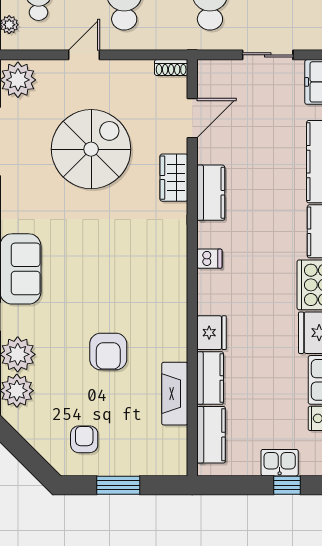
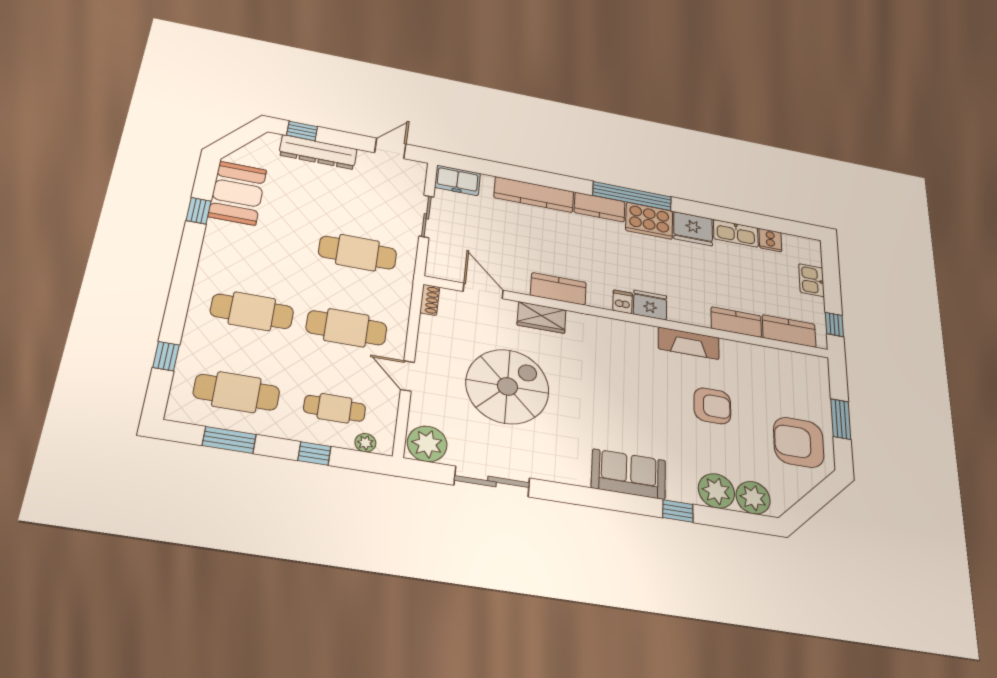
spiral stairs: (91, 149) -> (507, 386), turned 90
fridge: (211, 333) -> (650, 305), moved
fireplace: (175, 394) -> (689, 343), moved
armchair: (84, 439) -> (799, 442), width x1.88, depth x1.88
window: (287, 485) -> (834, 325), moved

